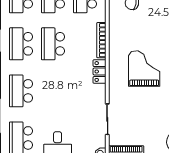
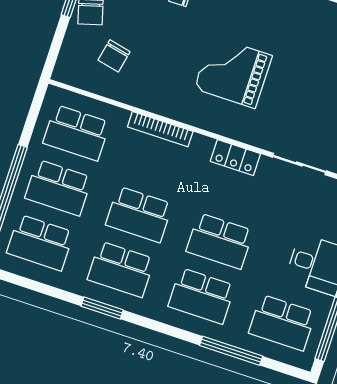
locker: (100, 72) -> (235, 157), moved
school desk: (53, 91) -> (220, 241), added

